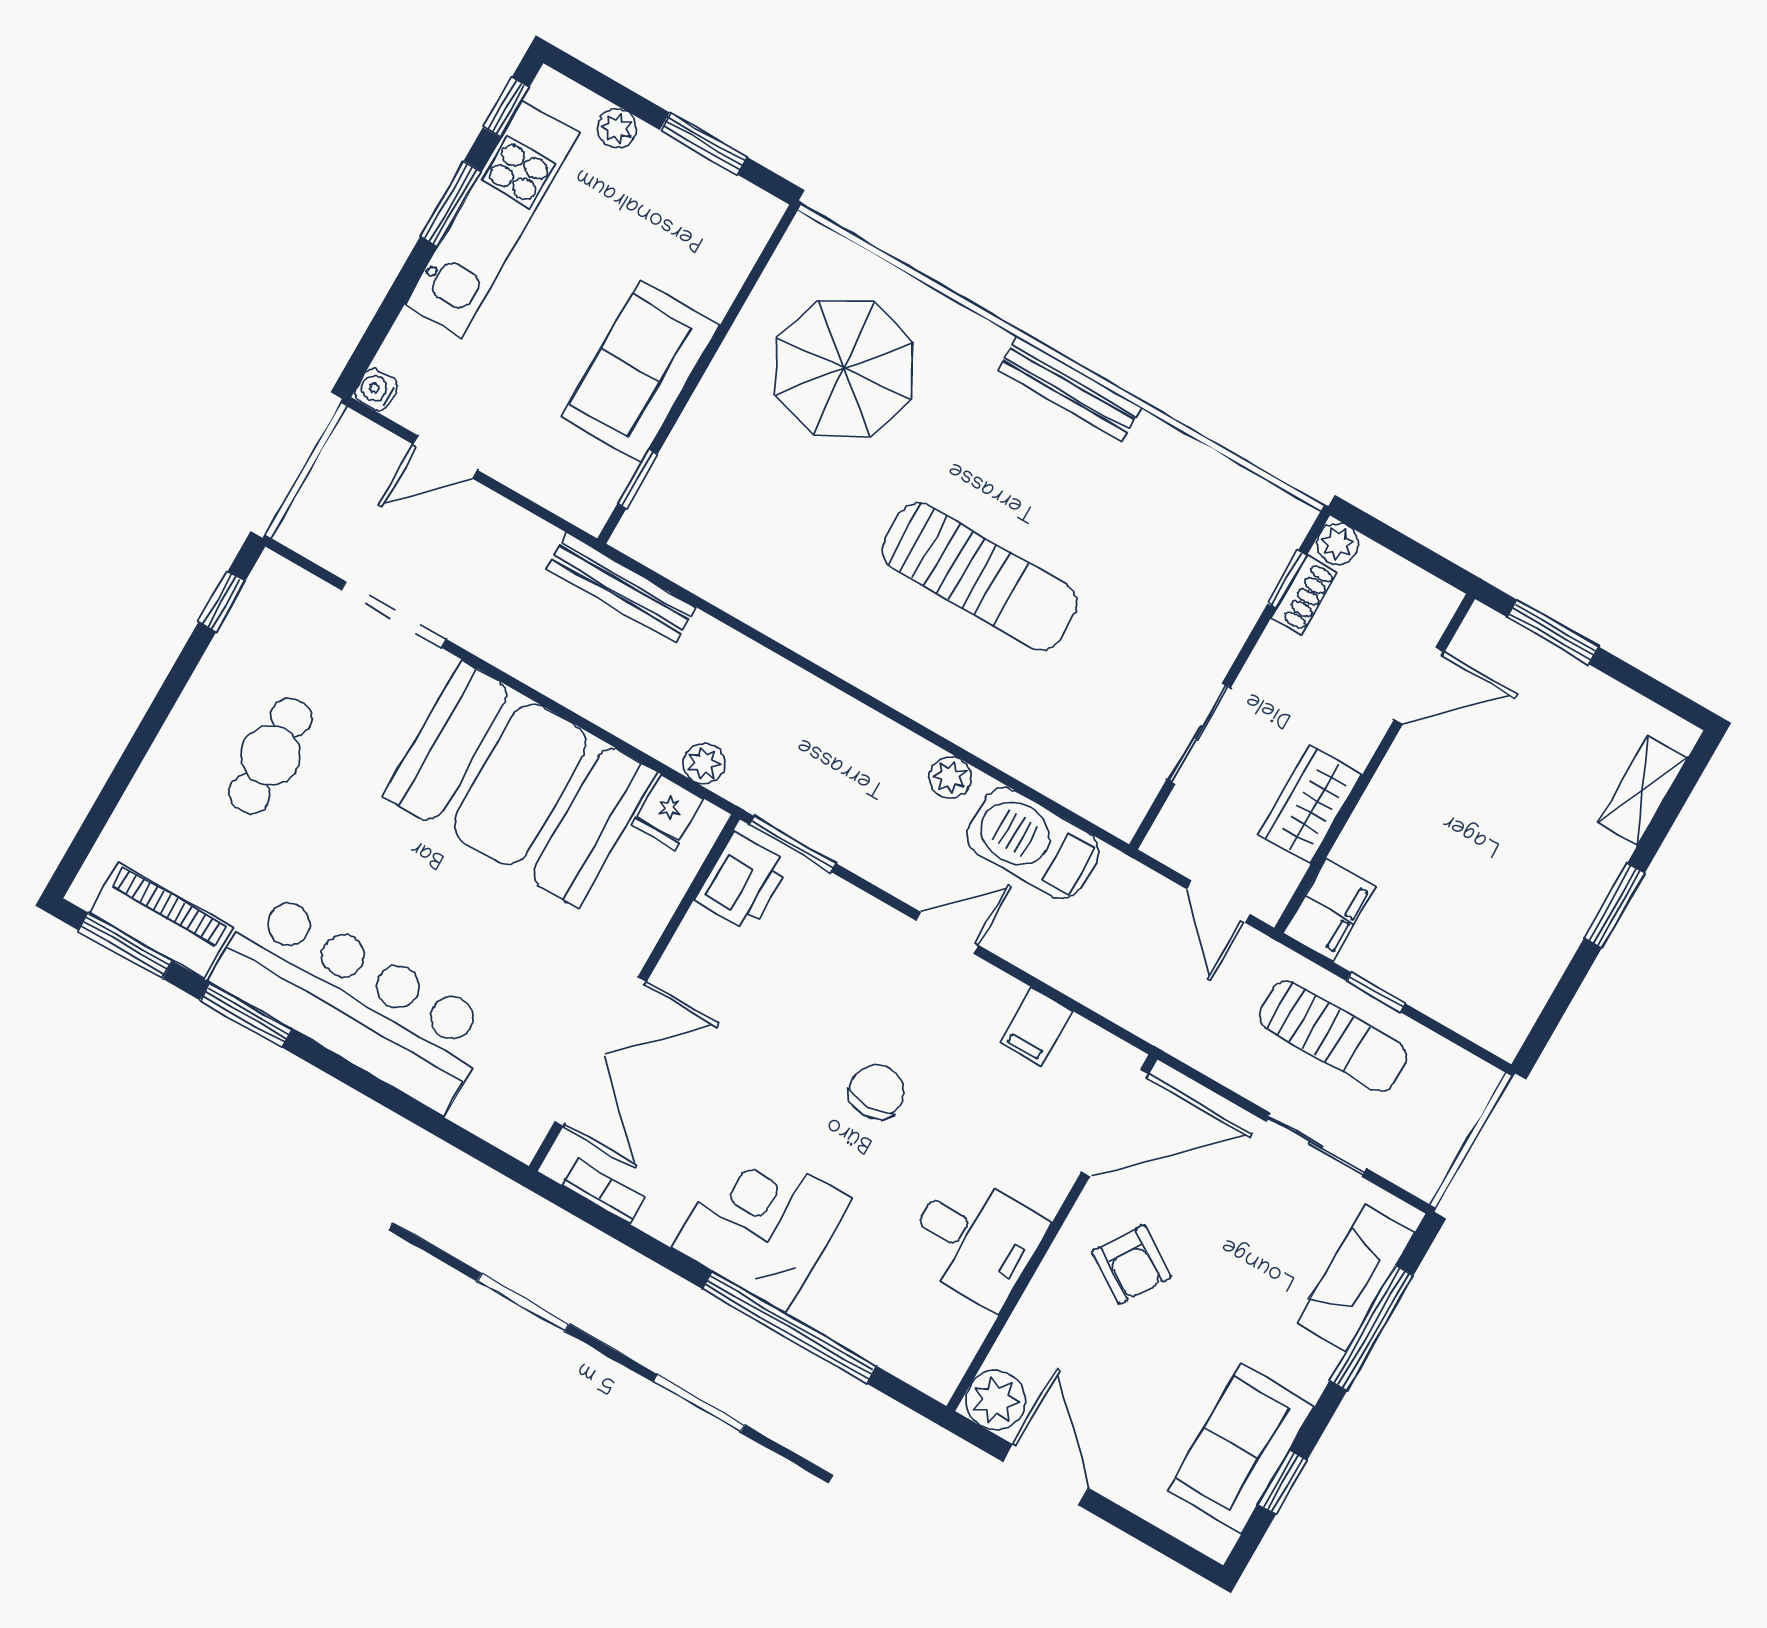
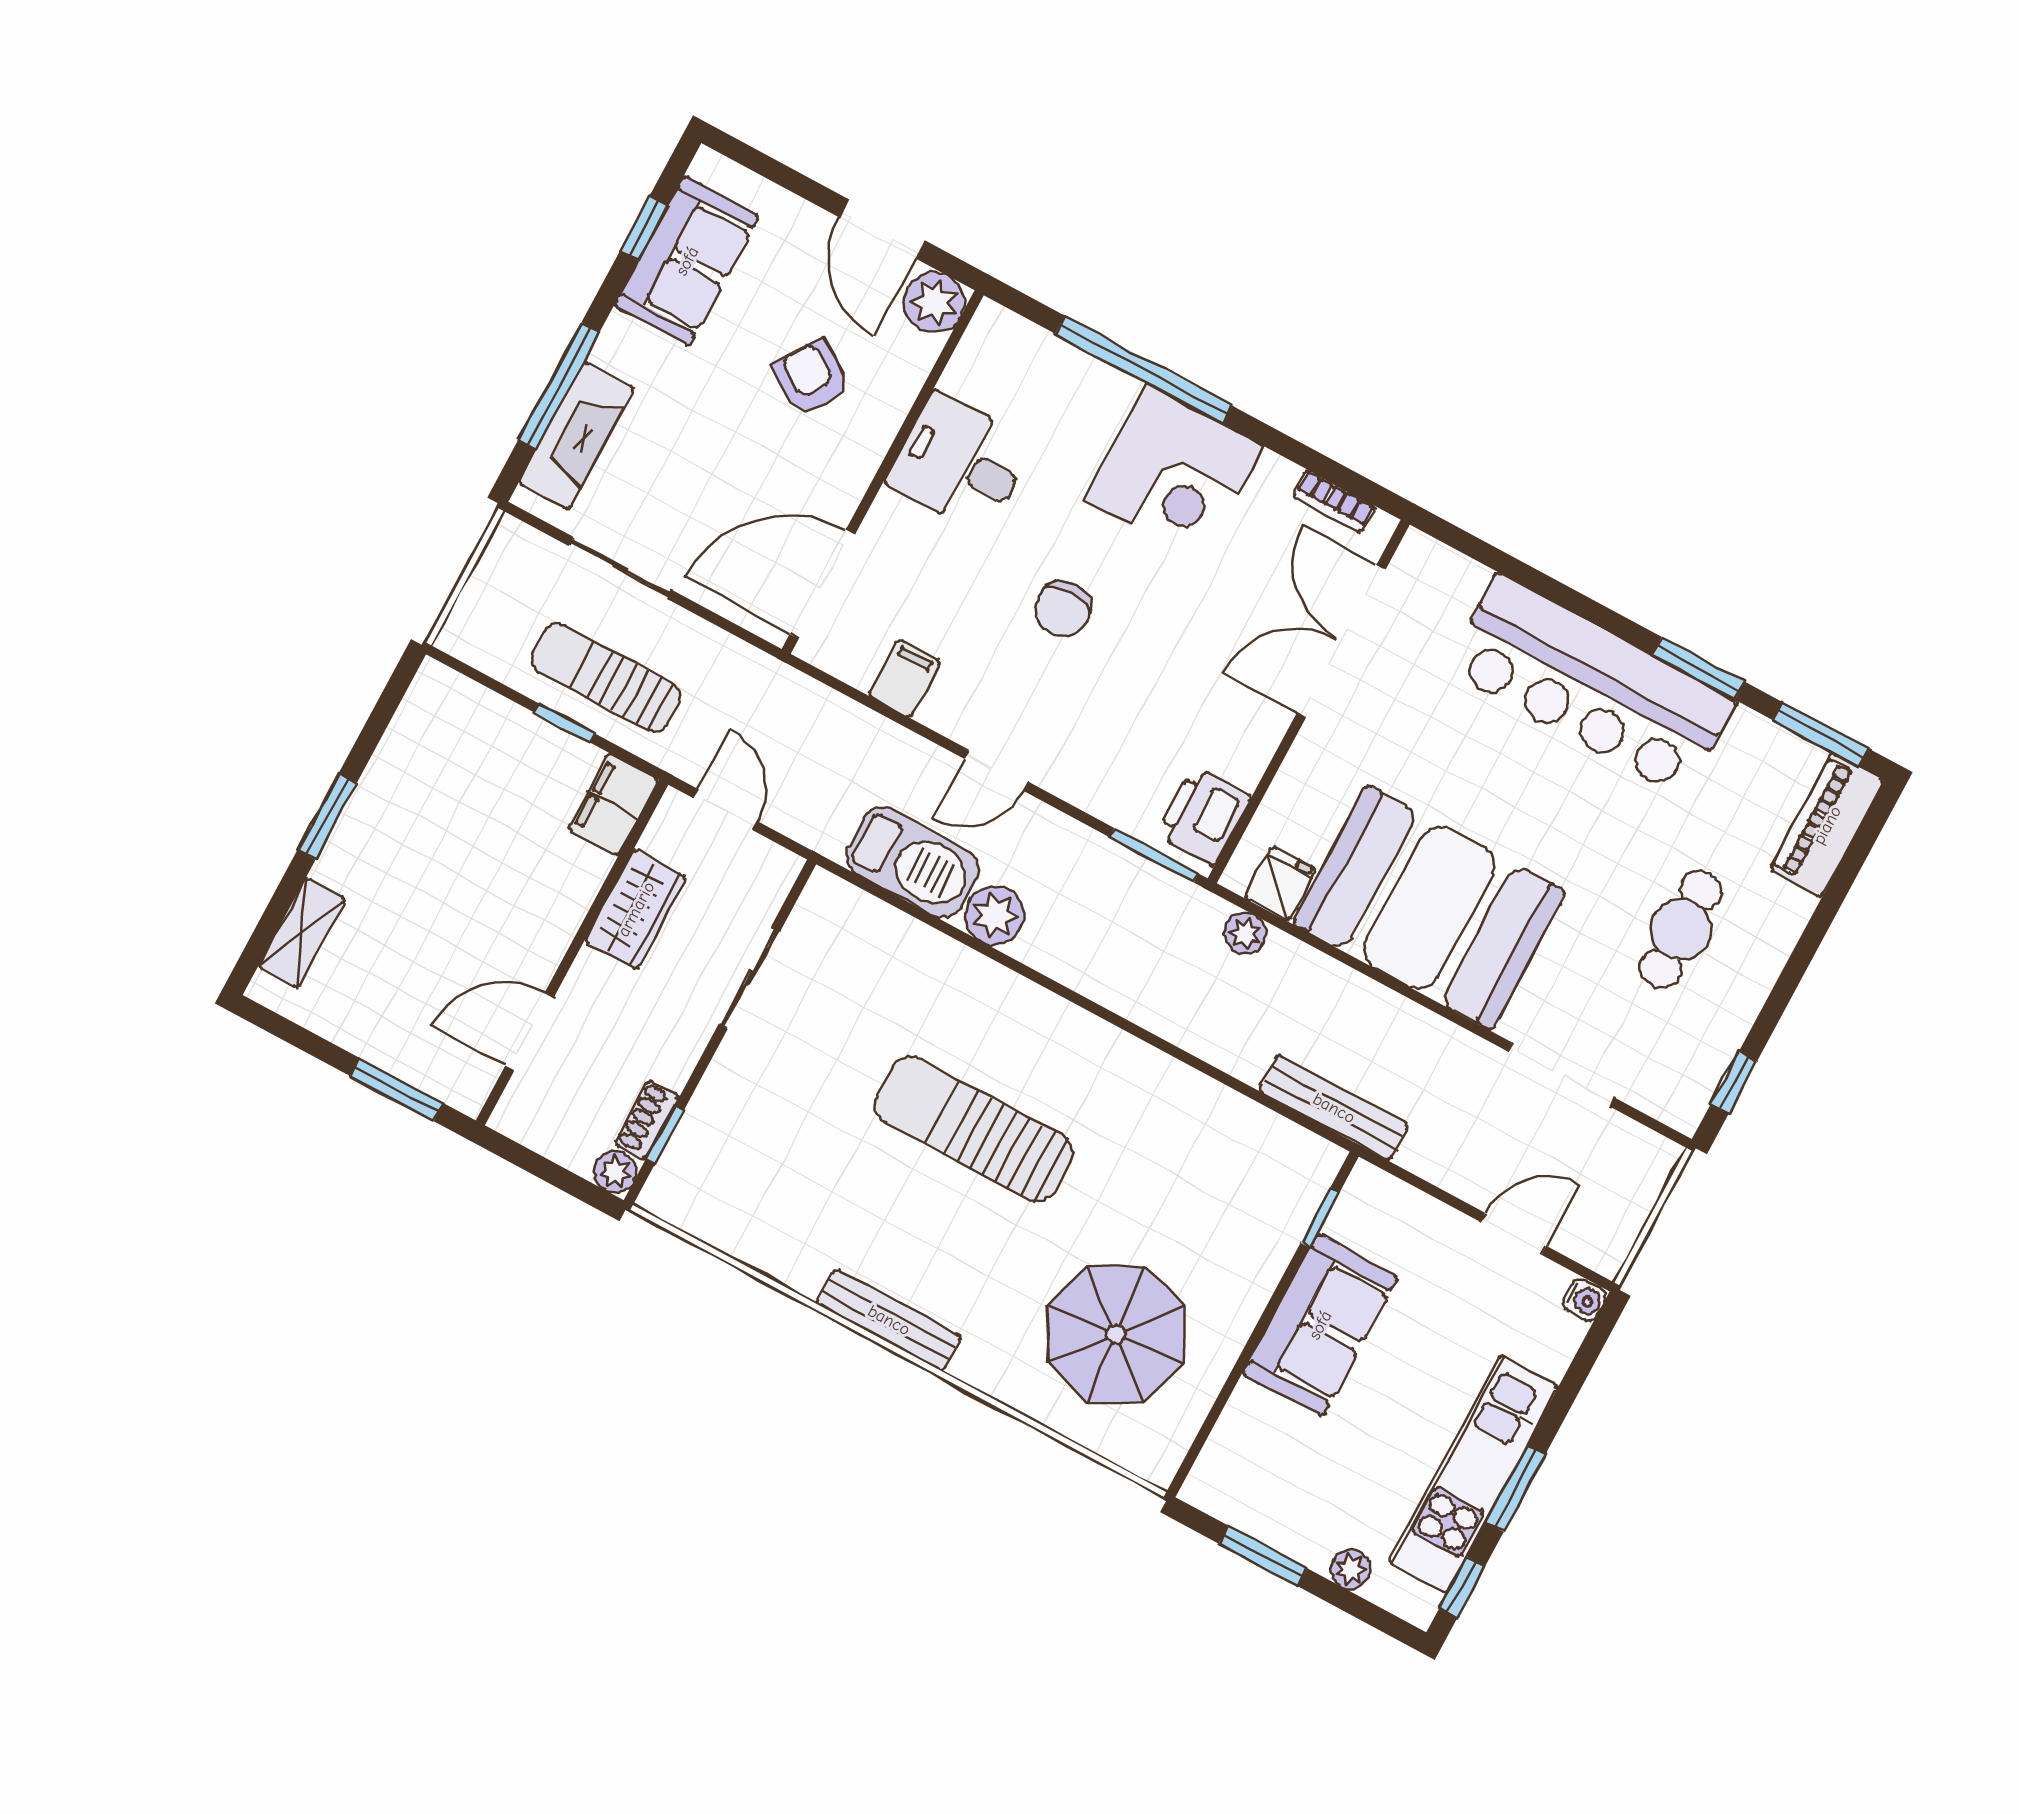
plant: (950, 777) -> (994, 916), width x1.38, depth x1.38
piano: (161, 920) -> (1827, 825), moved, turned 90
armchair: (1132, 1265) -> (811, 377), moved

